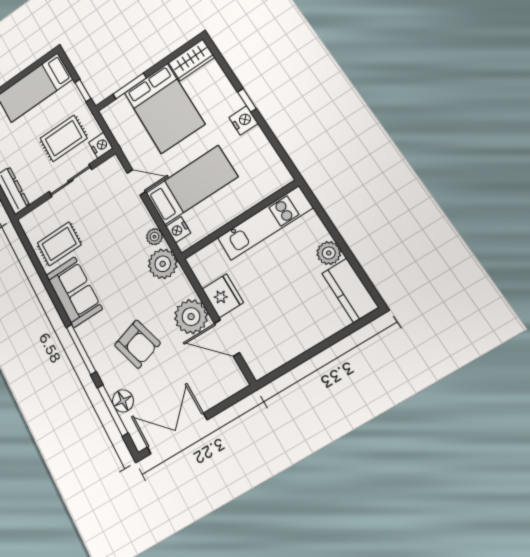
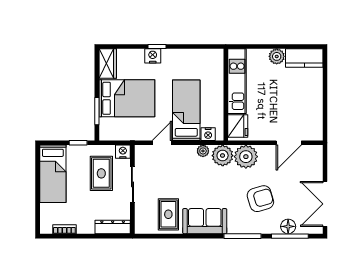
nightstand: (243, 120) -> (153, 56), moved
fridge: (223, 296) -> (238, 126), moved, turned 90
plant: (191, 317) -> (246, 157), moved

